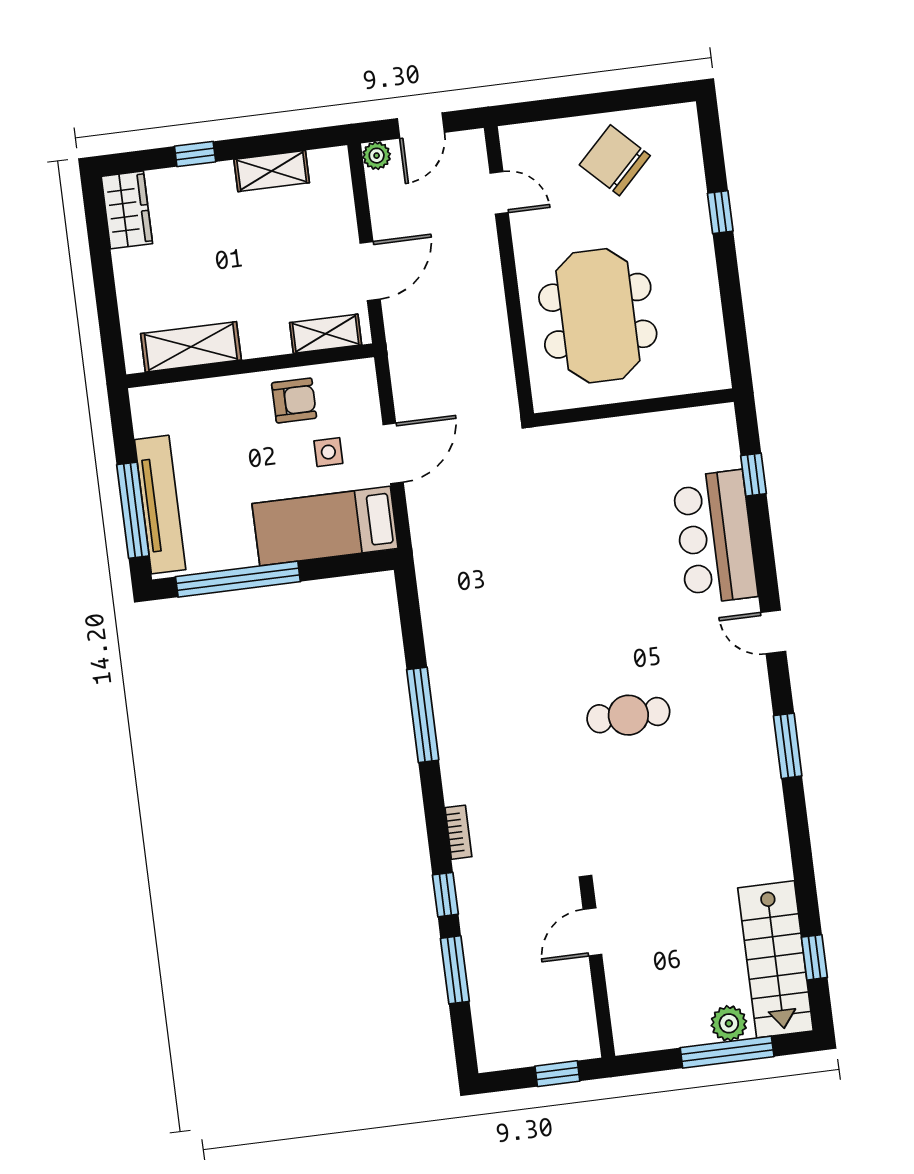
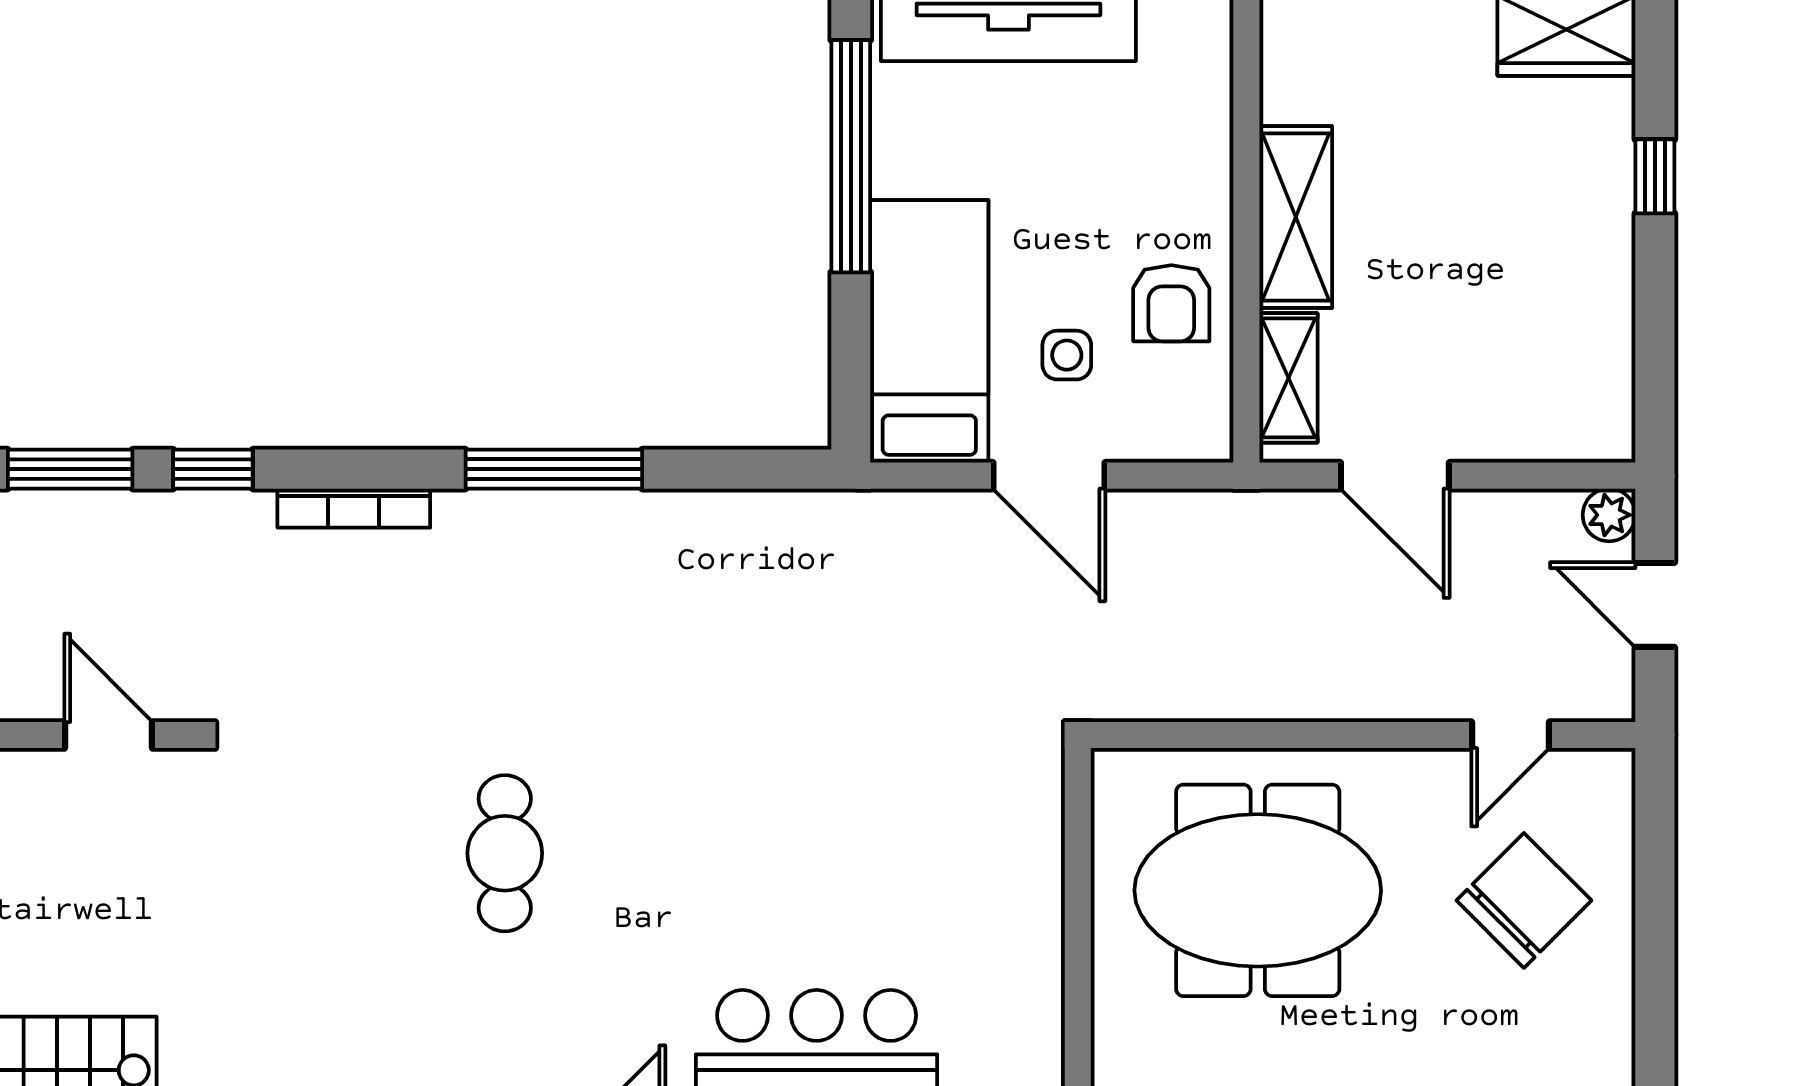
chair: (615, 160) -> (1524, 900), moved
shelving: (272, 171) -> (1605, 315), removed
shelving: (191, 347) -> (1296, 217), moved
bookcase: (458, 832) -> (354, 508), width x1.56

